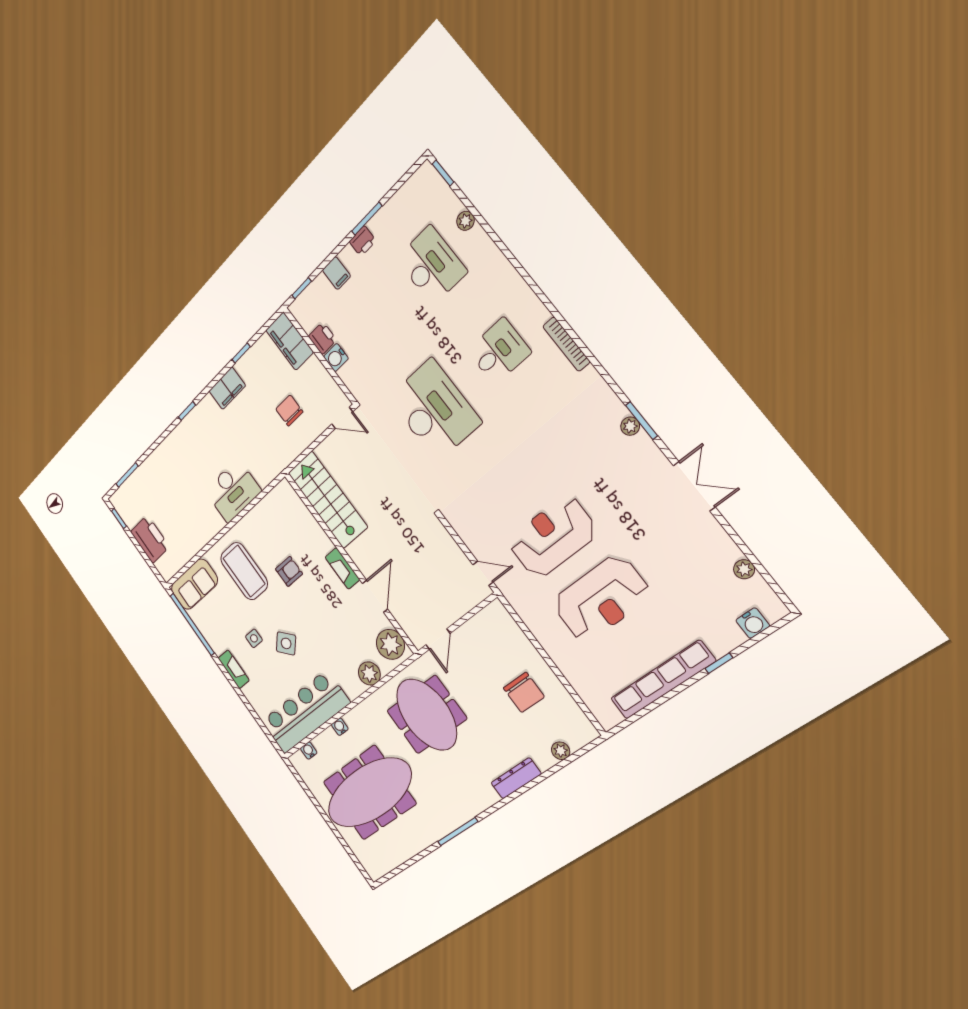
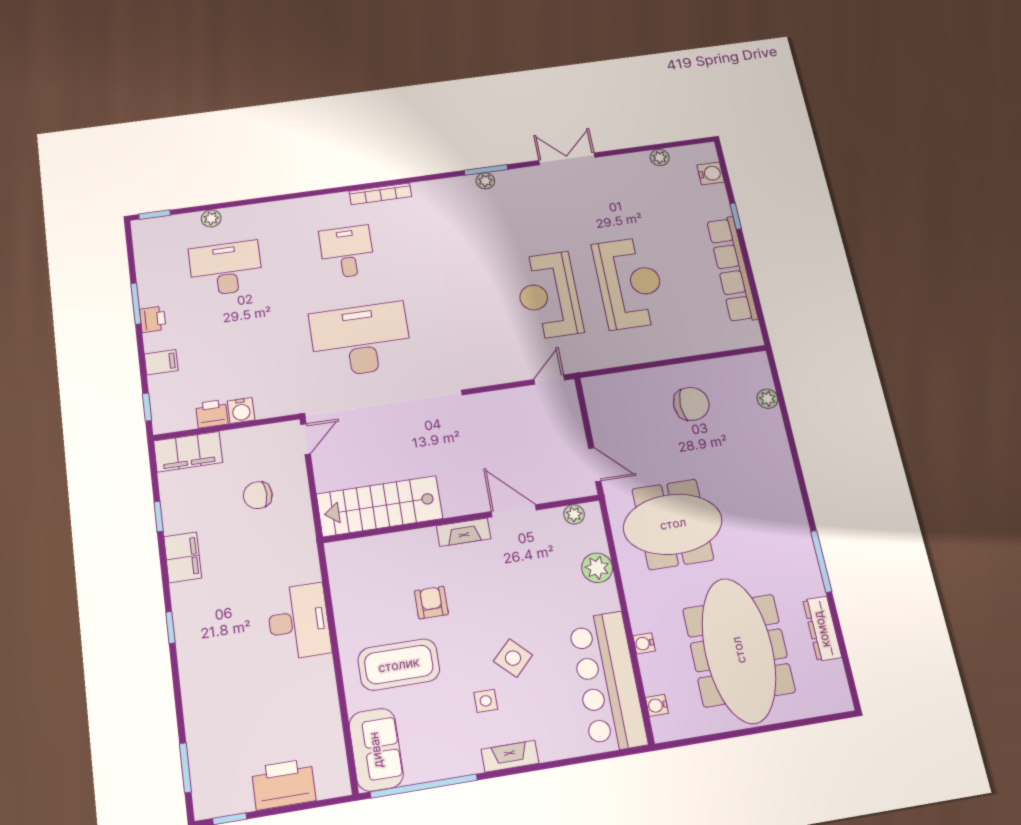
plant: (390, 644) -> (574, 514), width x0.53, depth x0.53
dresser: (516, 778) -> (822, 629), moved

